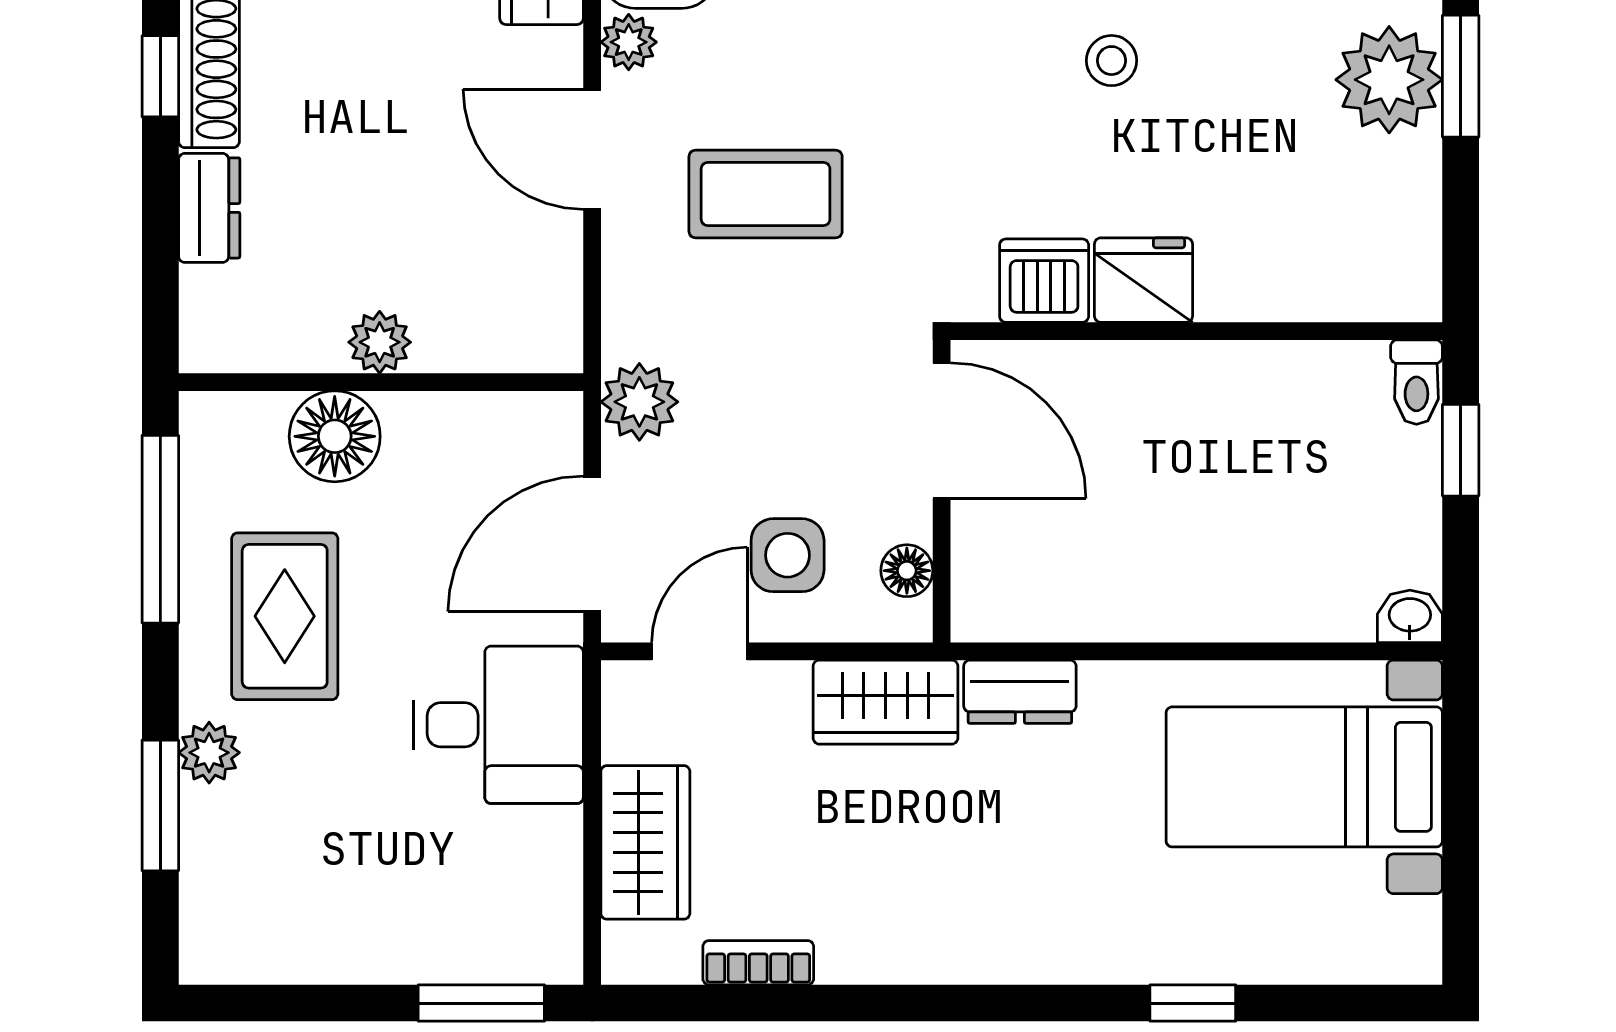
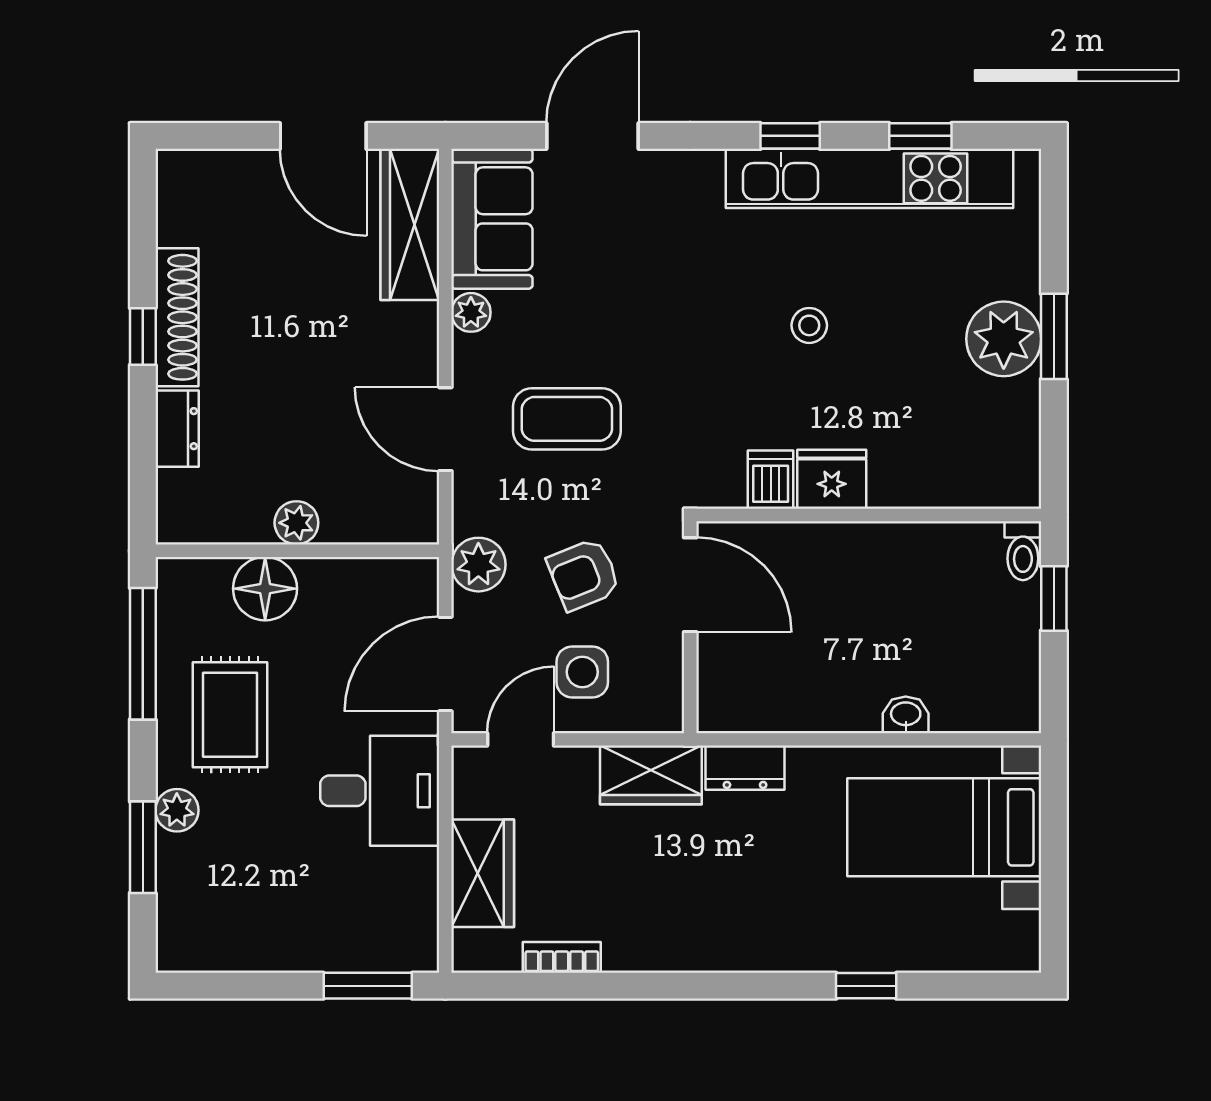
door: (592, 149) -> (445, 429), moved
dishwasher: (1044, 281) -> (771, 480), width x0.73
armchair: (789, 416) -> (584, 574), added
floor lamp: (907, 571) -> (666, 683), removed
washbasin: (1410, 616) -> (906, 715), moved

